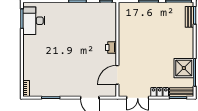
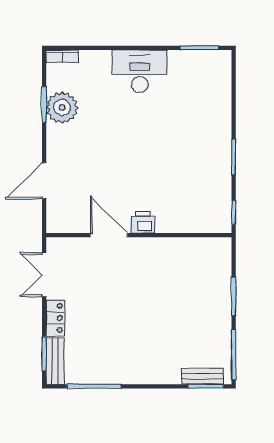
desk: (34, 21) -> (140, 71), moved
shower: (184, 68) -> (102, 365), removed
door: (117, 75) -> (109, 235), moved
plant: (52, 89) -> (62, 108), added

